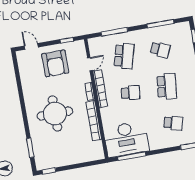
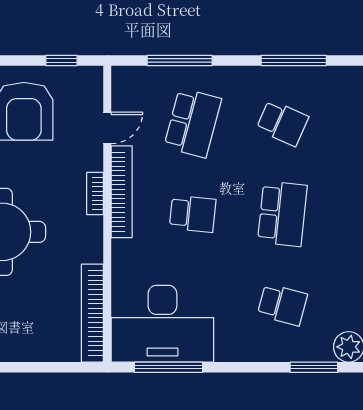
bookcase: (94, 121) -> (92, 313), moved

